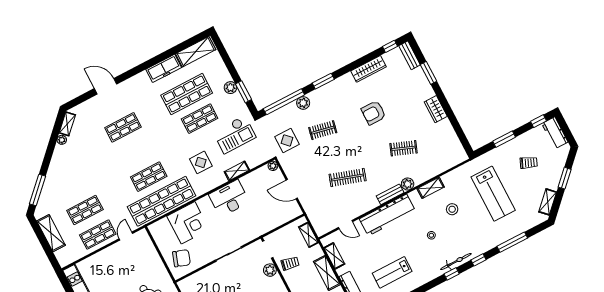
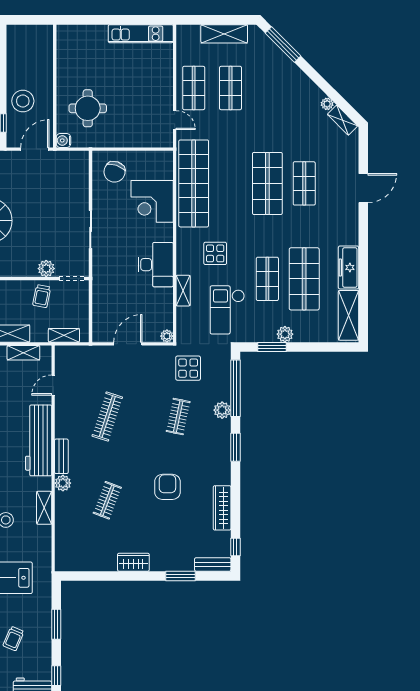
shop shelf: (149, 177) -> (267, 183), moved, width x1.43, depth x1.36

